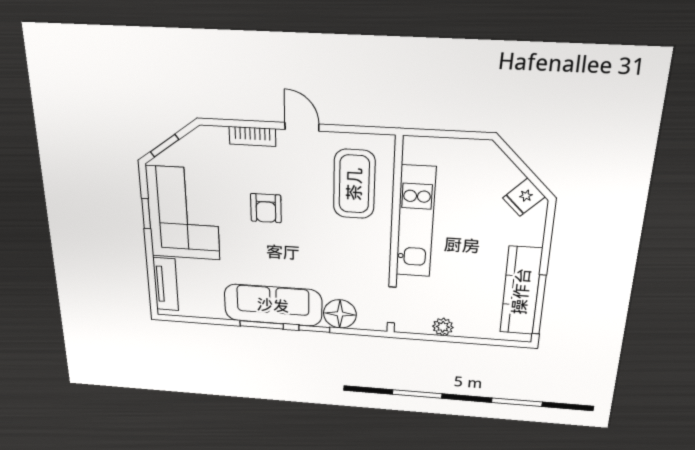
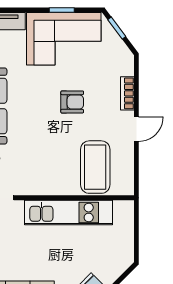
coffee table: (354, 184) -> (95, 167), turned 90
armchair: (266, 208) -> (72, 102), turned 180

